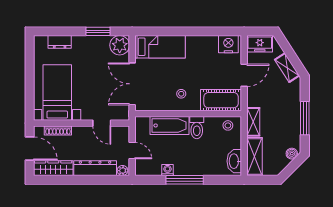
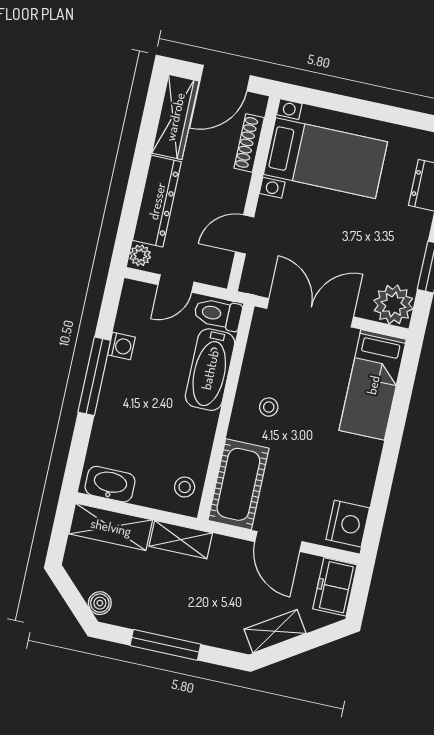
toilet: (197, 128) -> (218, 314), moved

